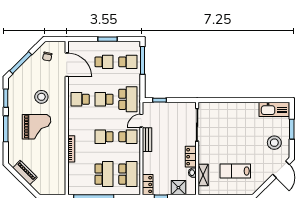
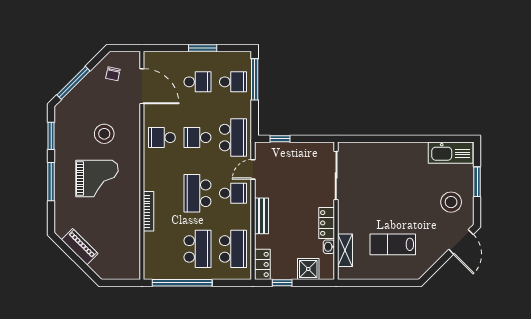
school desk: (104, 137) -> (197, 193), width x1.85
bench: (147, 140) -> (262, 216), moved

